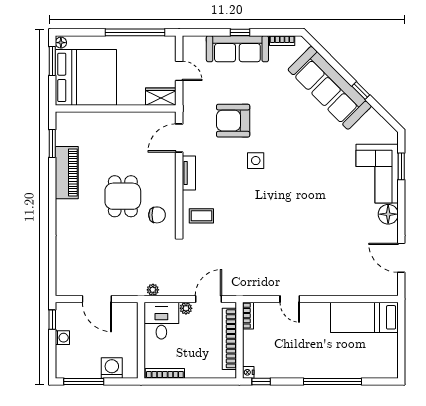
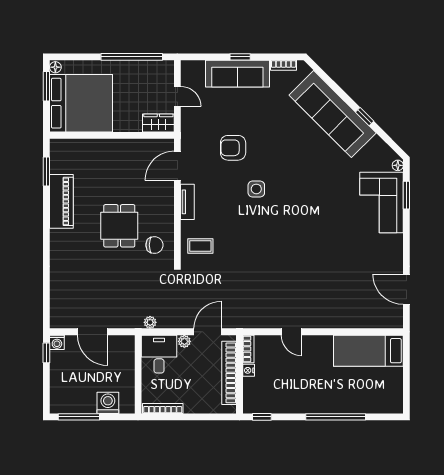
armchair: (233, 121) -> (233, 148), width x0.73, depth x0.73
floor lamp: (388, 214) -> (398, 165), moved, width x0.53, depth x0.53
washing machine: (62, 338) -> (57, 342), moved, turned 90
nightstand: (248, 372) -> (249, 370), moved

